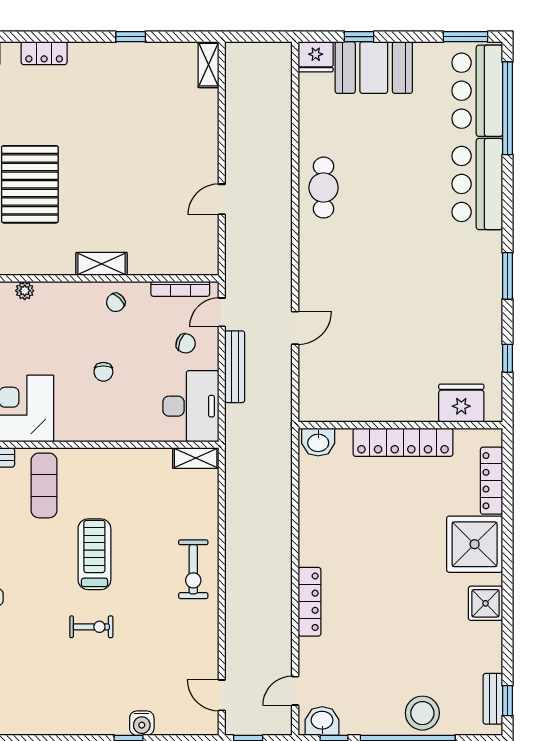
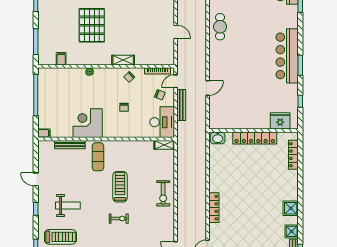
bar counter: (477, 184) -> (287, 56), moved, width x1.36
door: (222, 199) -> (176, 32), swing flipped
shower: (475, 544) -> (292, 231), moved, width x0.54, depth x0.54

